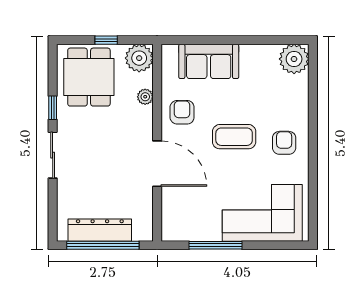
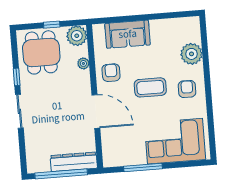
plant: (294, 59) -> (191, 54), moved
dresser: (100, 230) -> (74, 162), moved

